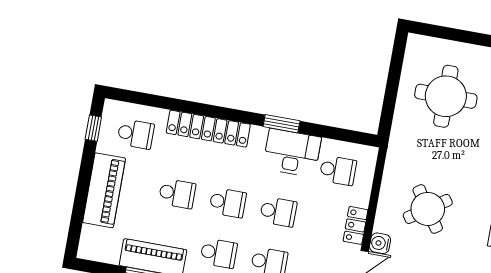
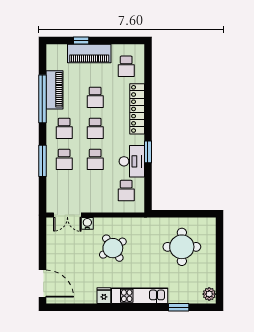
window: (93, 128) -> (81, 40), moved
locker: (355, 225) -> (95, 207), removed

